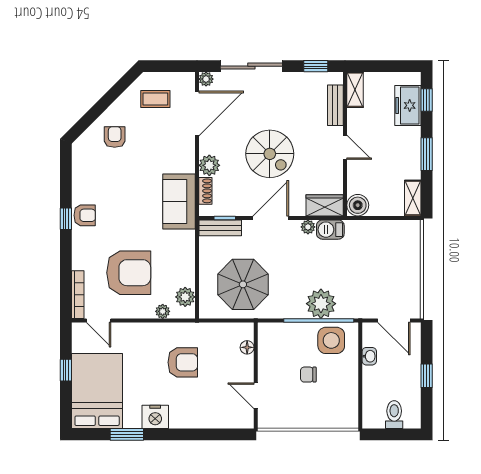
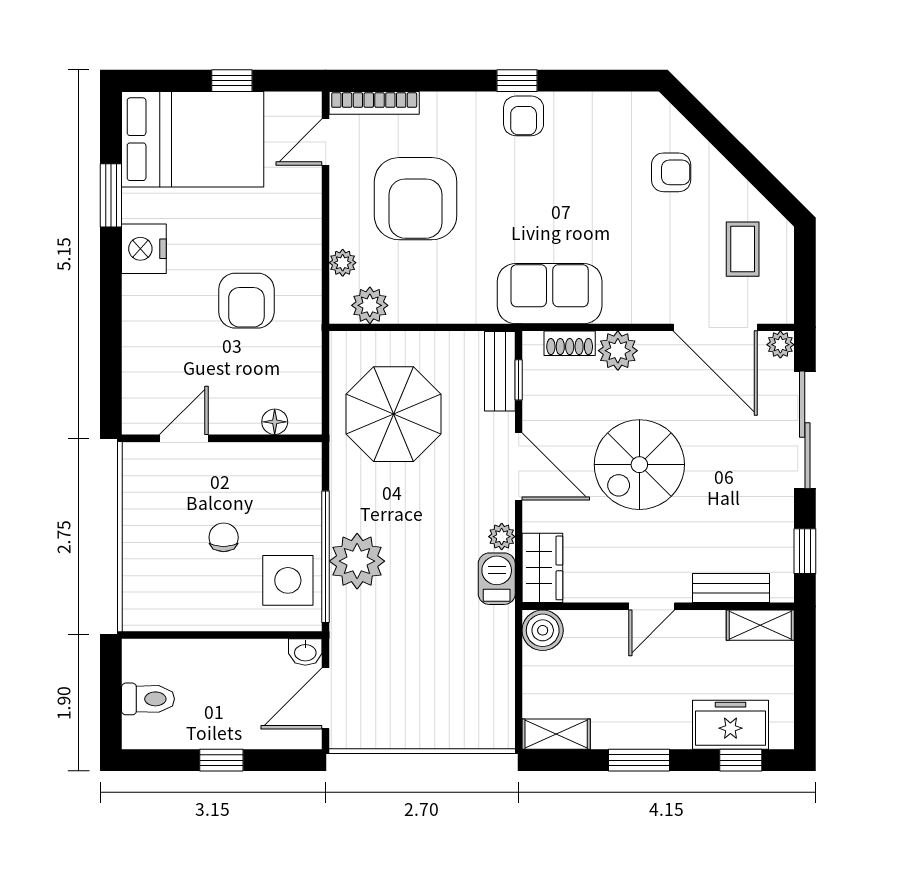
washbasin: (369, 356) -> (305, 652), moved

